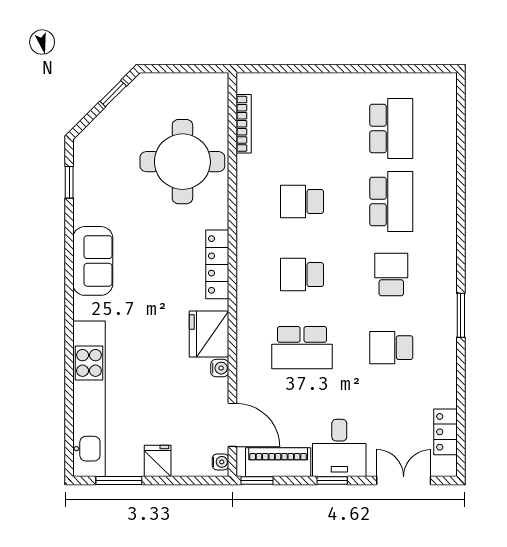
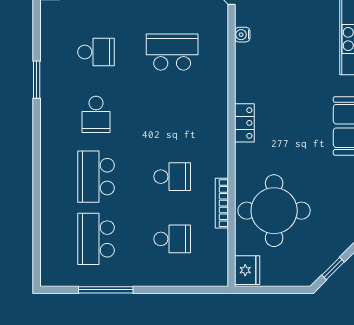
window: (380, 69) -> (106, 290), added
bookcase: (244, 124) -> (222, 203), moved
locker: (217, 264) -> (244, 123), width x0.66
school desk: (302, 275) -> (172, 239), moved
fridge: (209, 334) -> (247, 270), moved, width x0.73, depth x0.75

